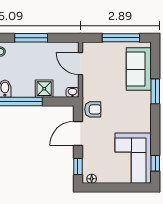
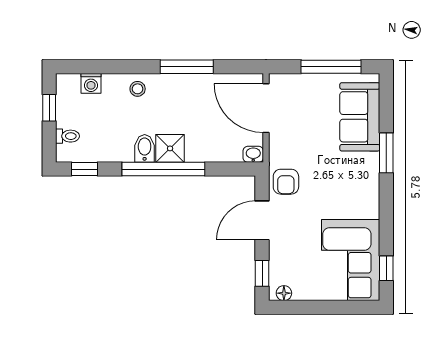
door: (80, 64) -> (266, 108), width x1.36
shower: (44, 89) -> (170, 148), moved
armchair: (93, 109) -> (286, 182), turned 90

